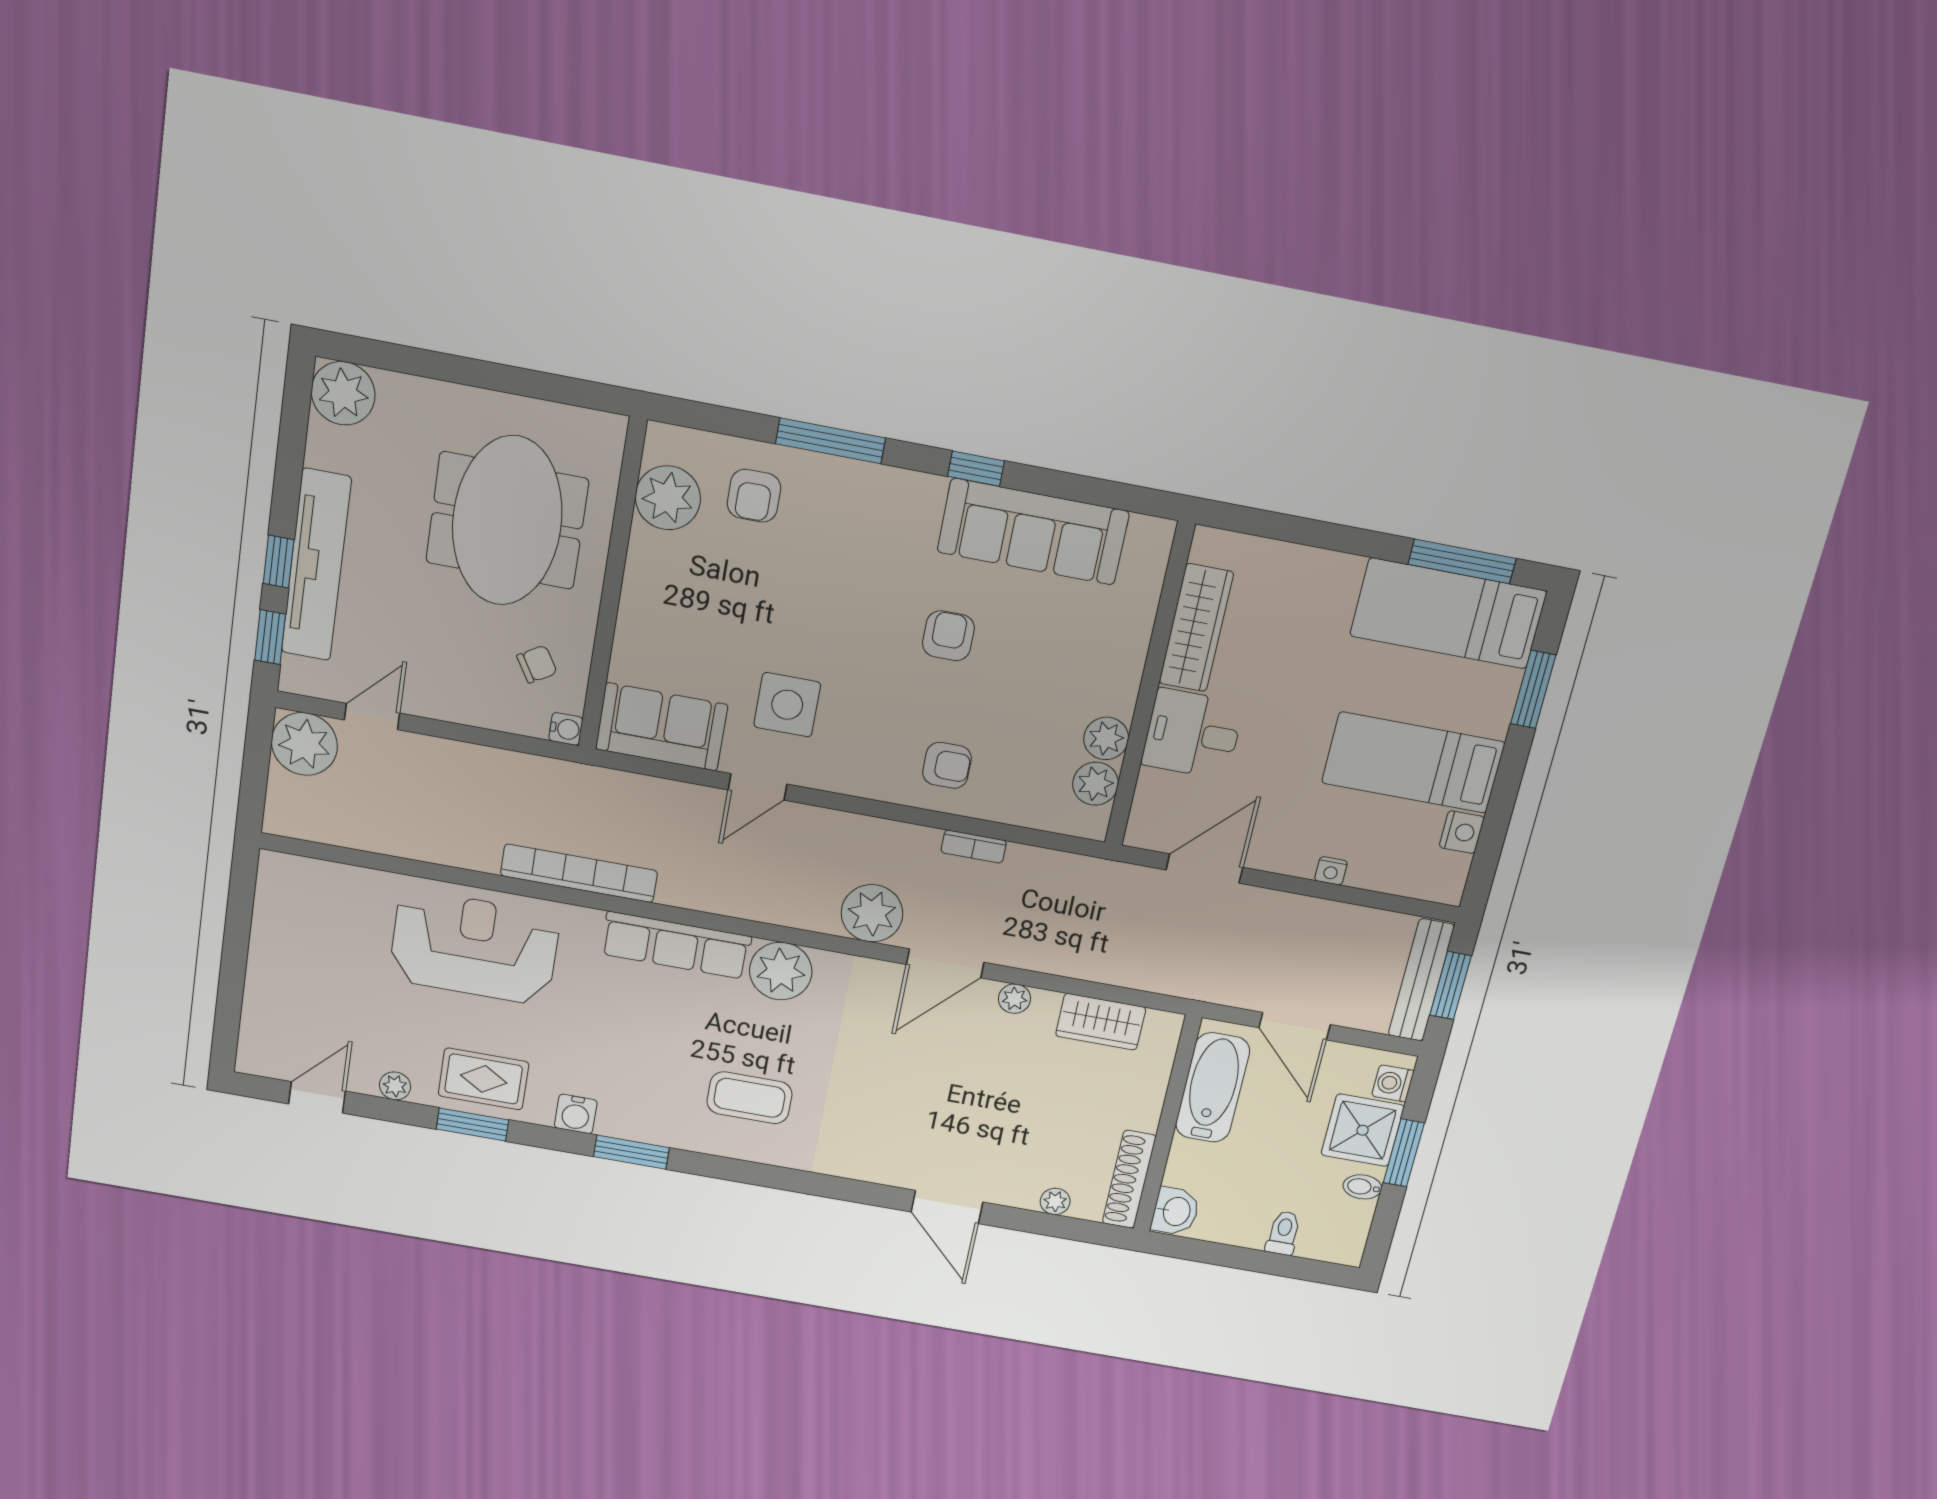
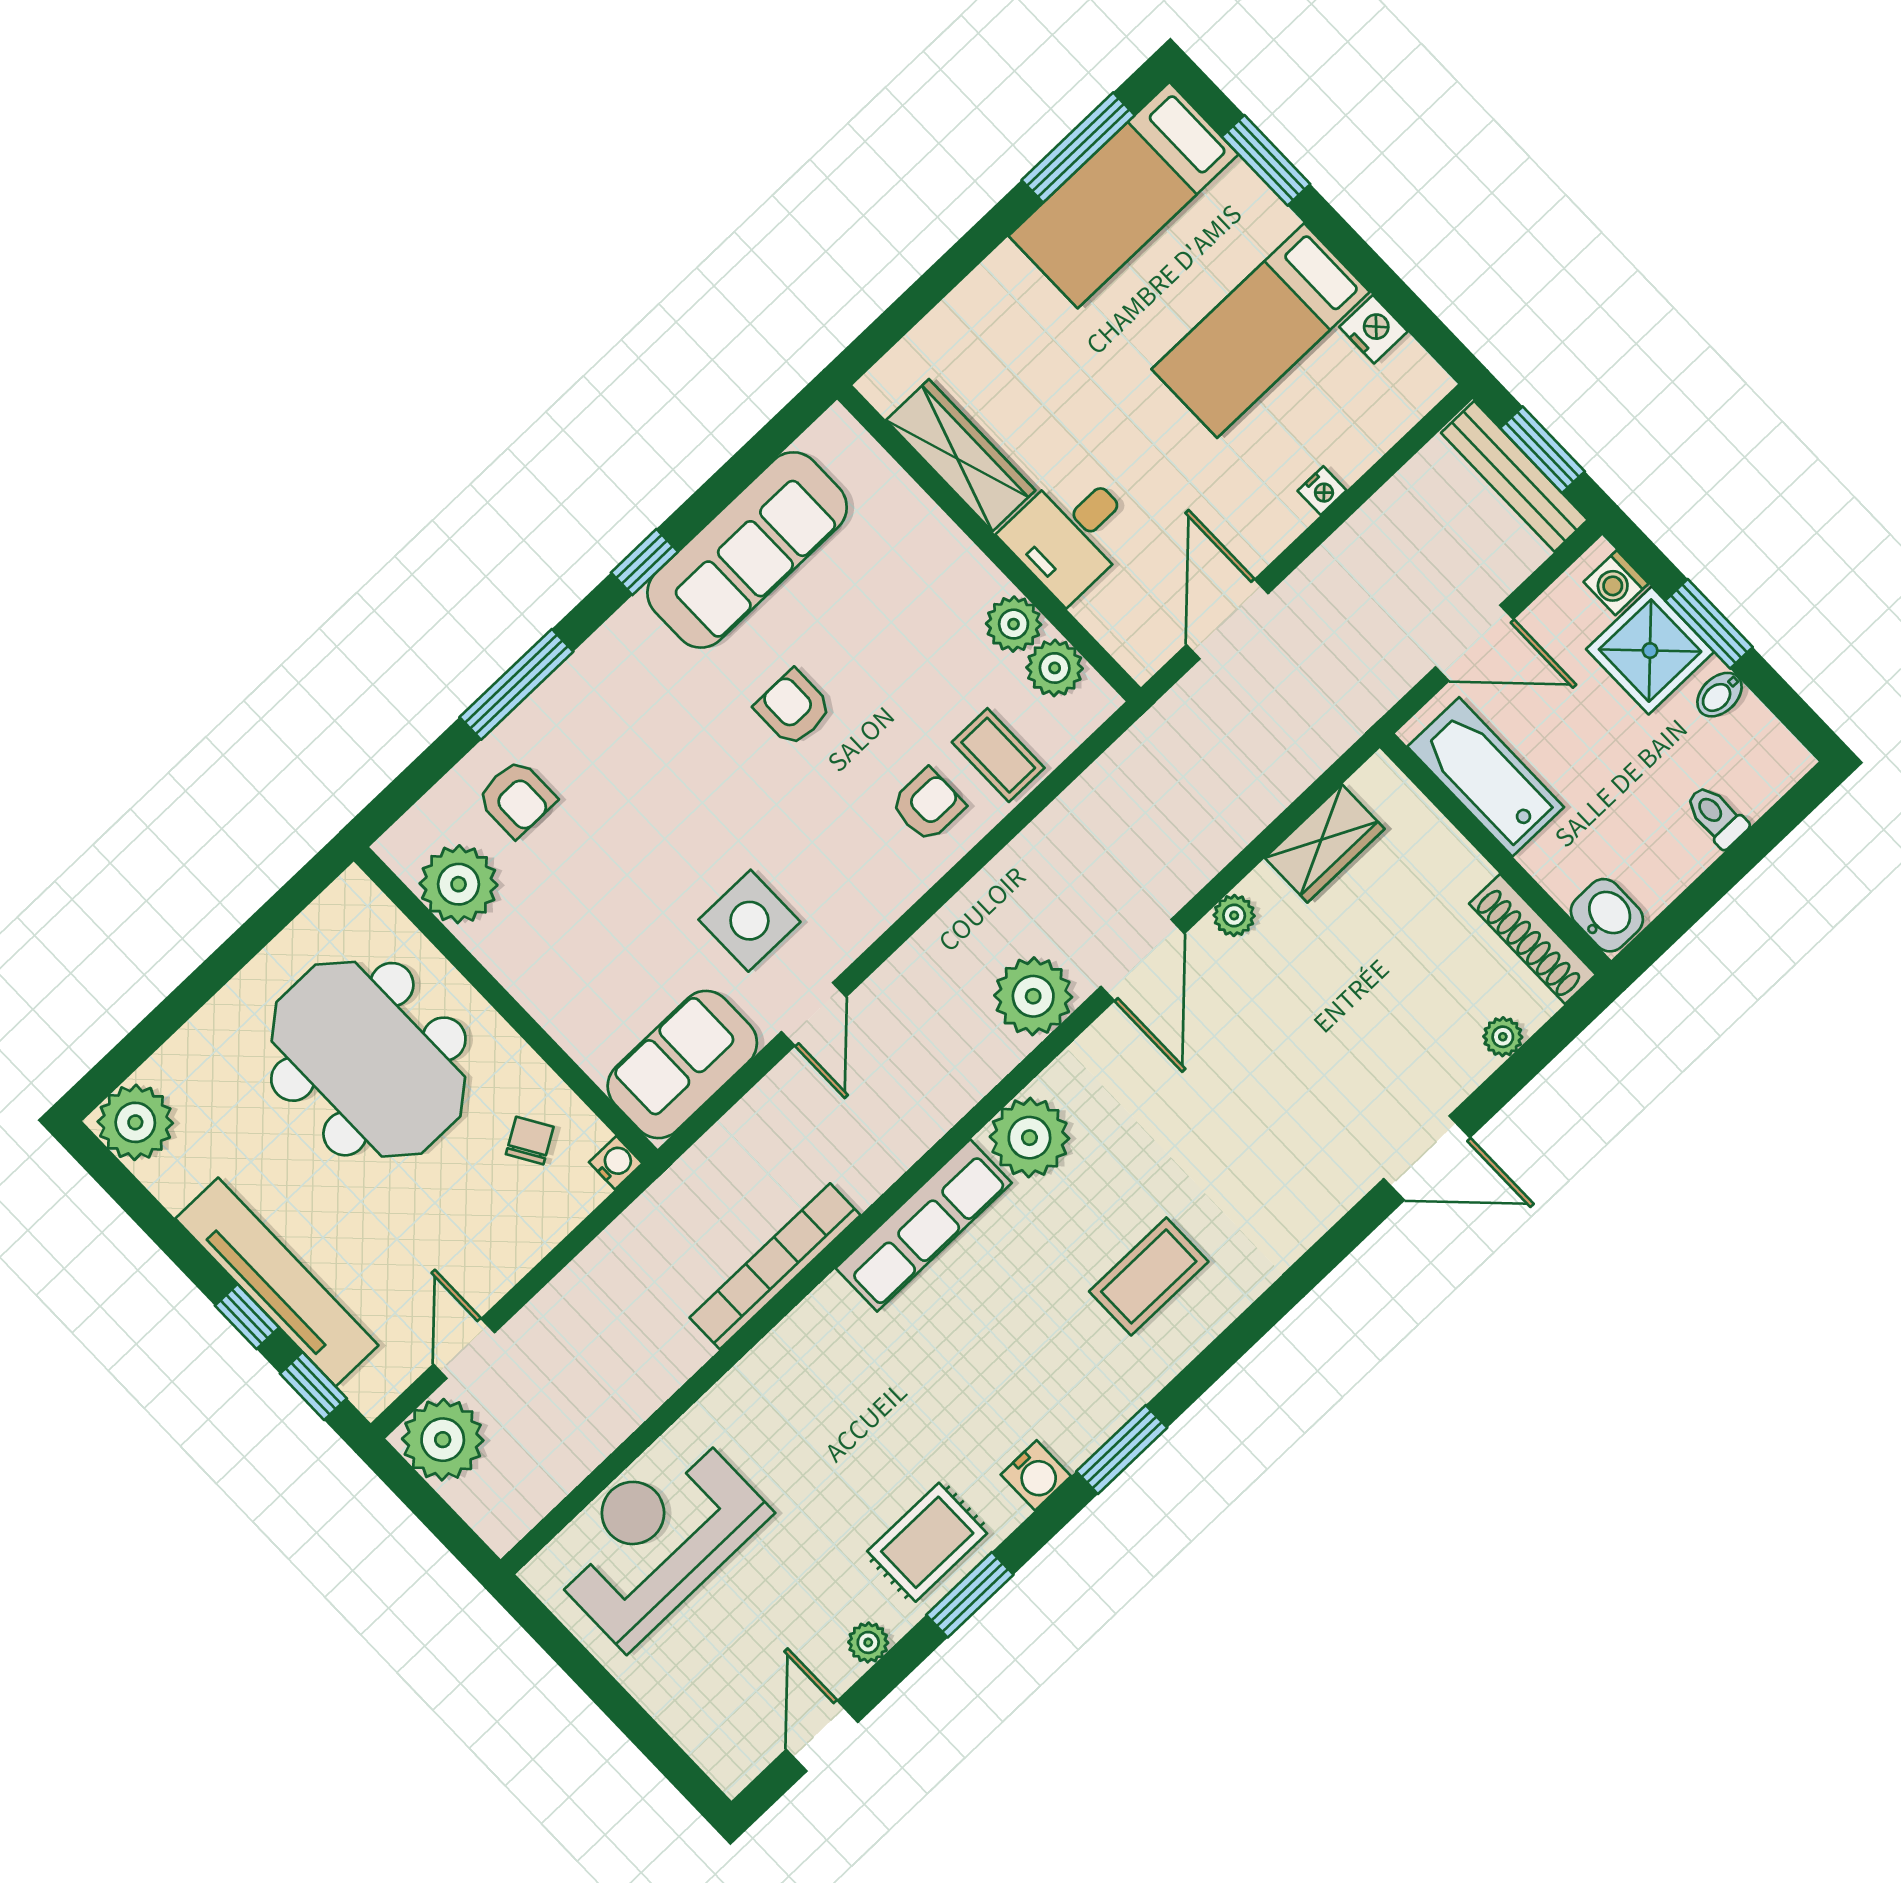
coffee table: (1012, 787) -> (998, 755), added
bookcase: (974, 847) -> (1035, 839), removed
reception desk: (474, 947) -> (656, 1537), moved

